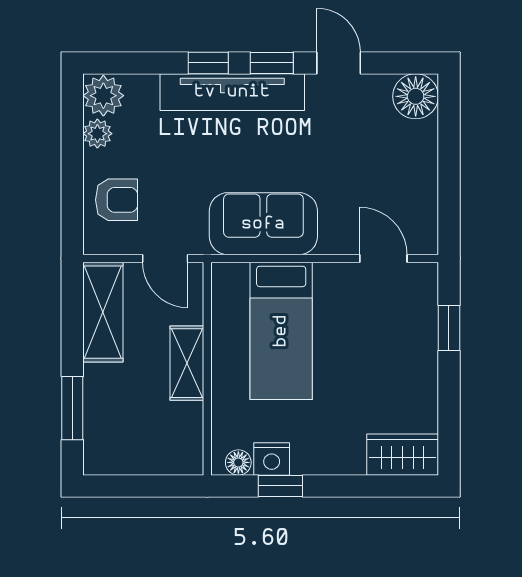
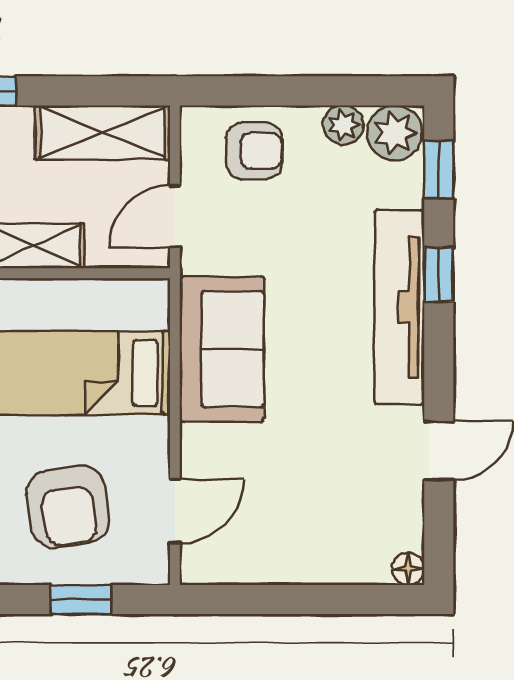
window: (272, 63) -> (439, 170), moved
floor lamp: (416, 96) -> (408, 569), width x0.53, depth x0.53
armchair: (116, 200) -> (254, 151), turned -90
armchair: (380, 338) -> (68, 507), added

